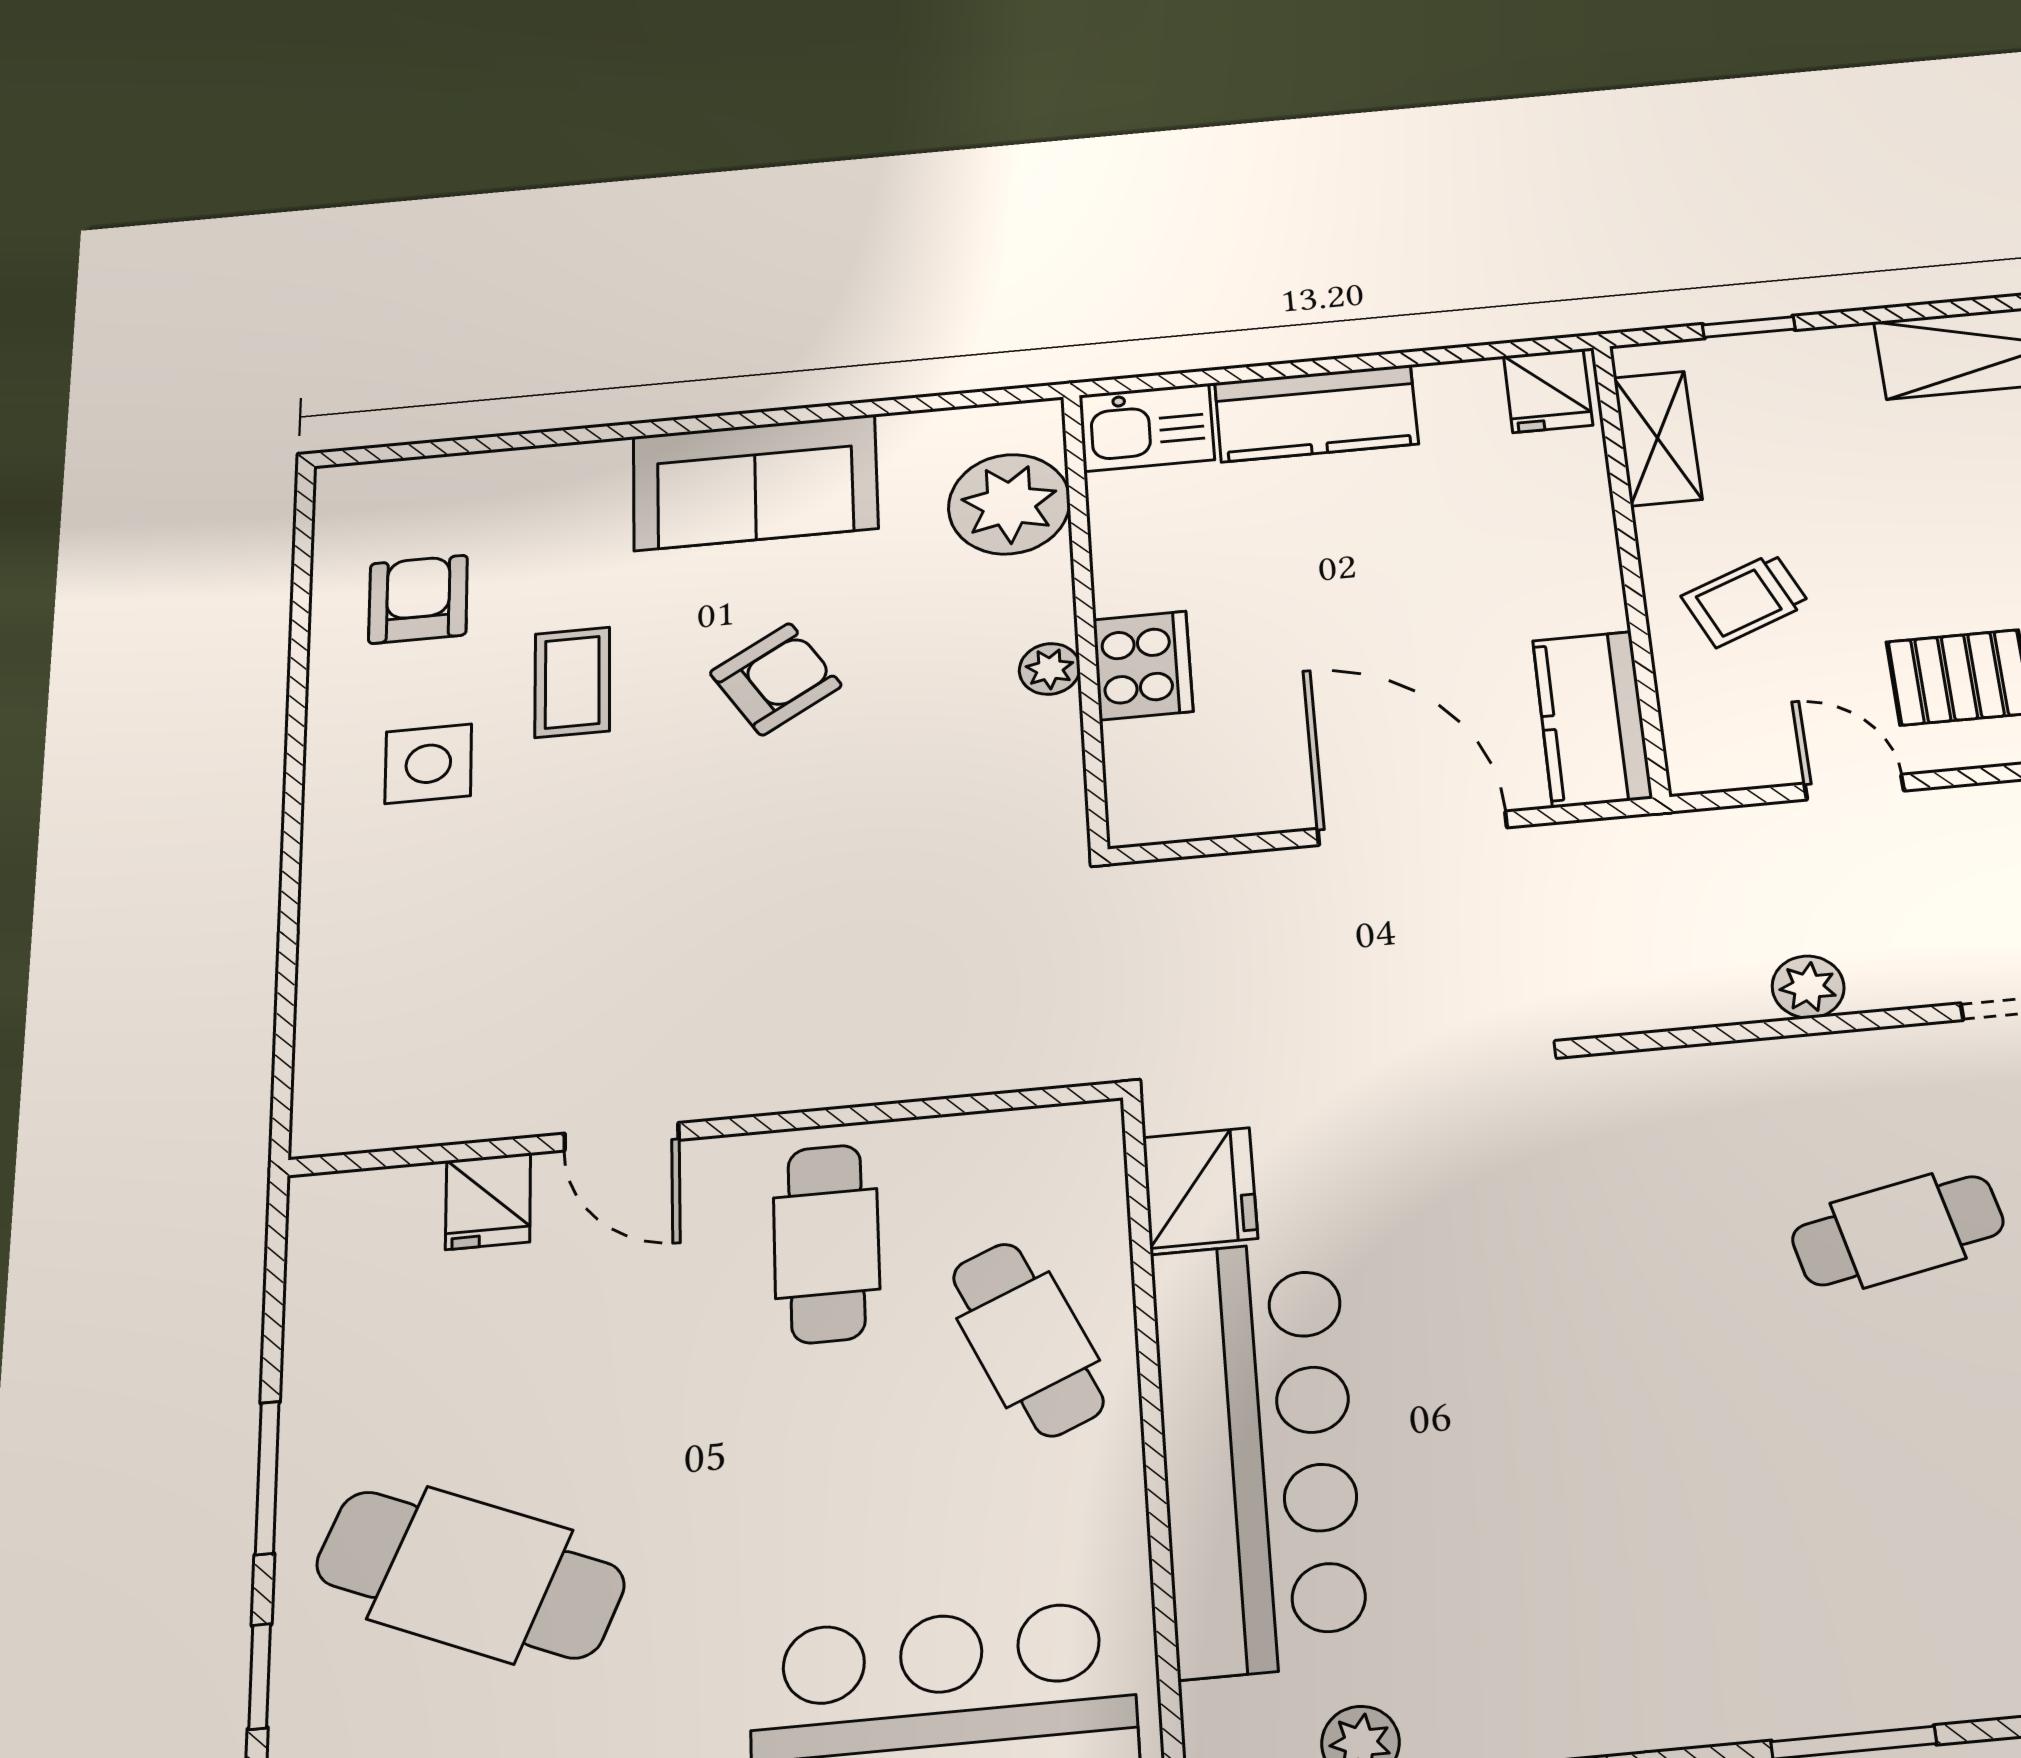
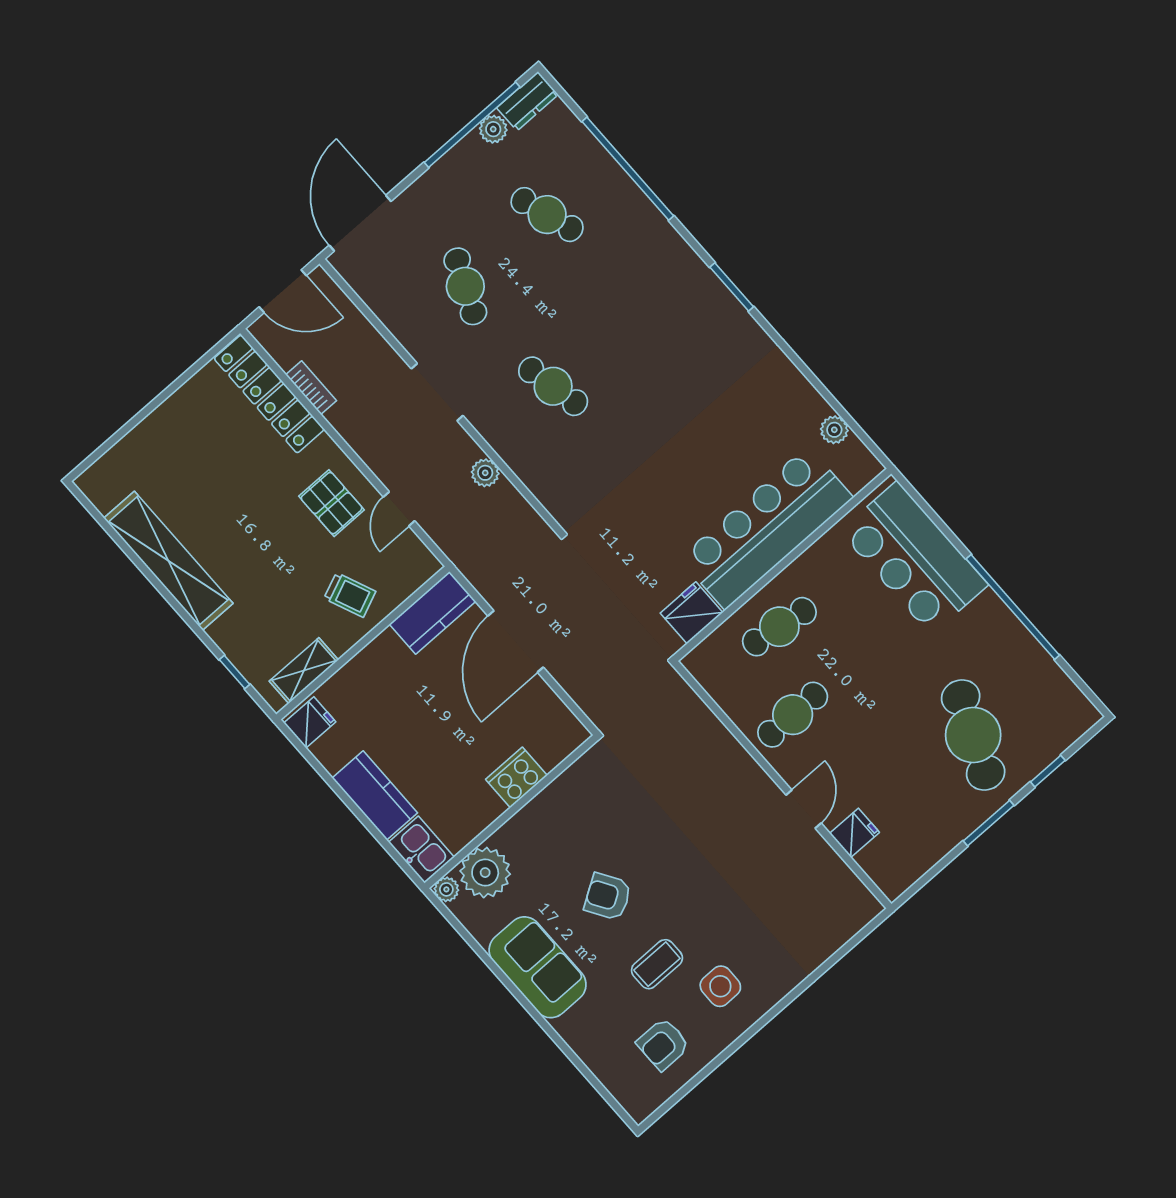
plant: (1050, 669) -> (446, 889), moved
cafe table: (1028, 1339) -> (779, 627), turned 32

